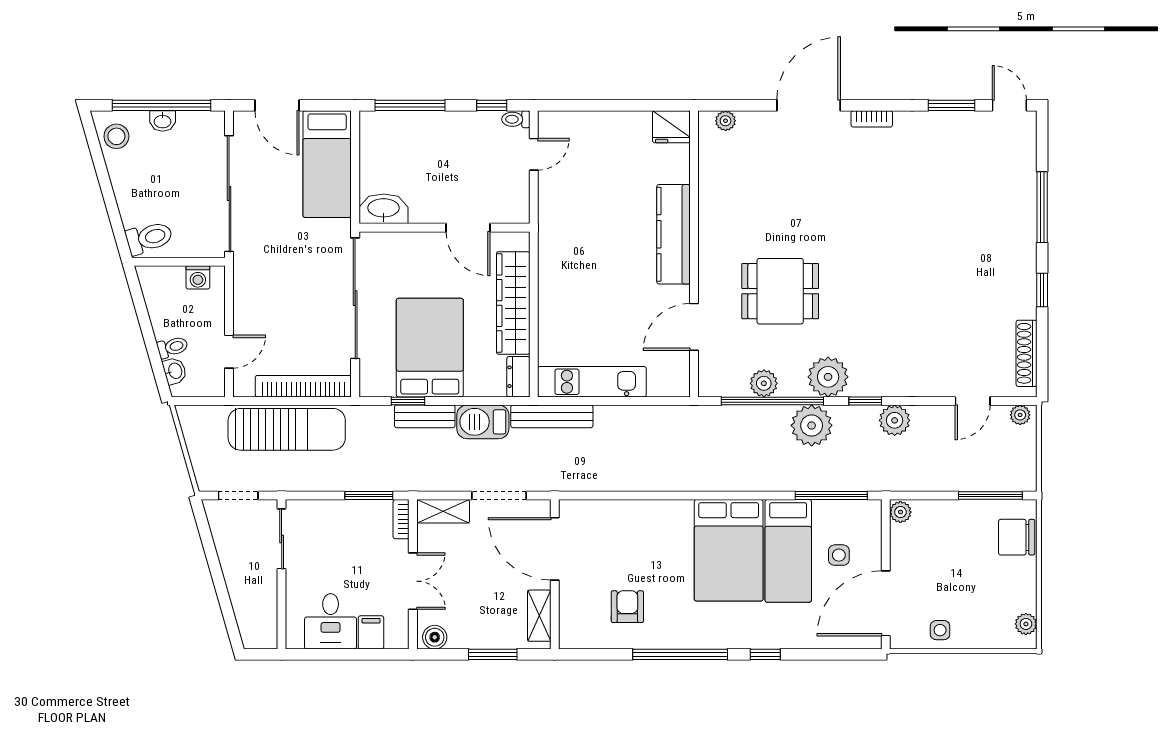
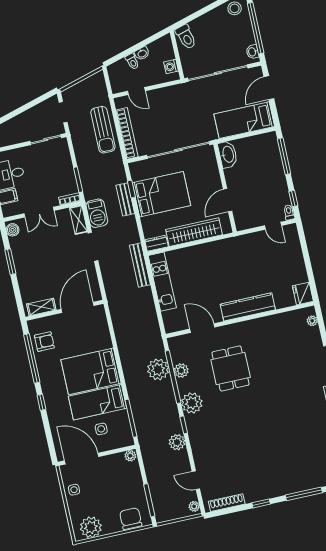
washbasin: (163, 121) -> (252, 52), moved
washbasin: (175, 371) -> (142, 53), moved
barbecue: (483, 422) -> (97, 213), moved, turned 180
plant: (812, 425) -> (158, 369), moved
sun lounger: (287, 429) -> (103, 130), width x0.73, depth x0.75
door: (555, 549) -> (78, 307), moved
wall: (555, 574) -> (64, 310), moved
armchair: (627, 607) -> (44, 342), moved
shelving: (539, 616) -> (41, 307), moved
plant: (1026, 624) -> (91, 527), width x1.88, depth x1.88

